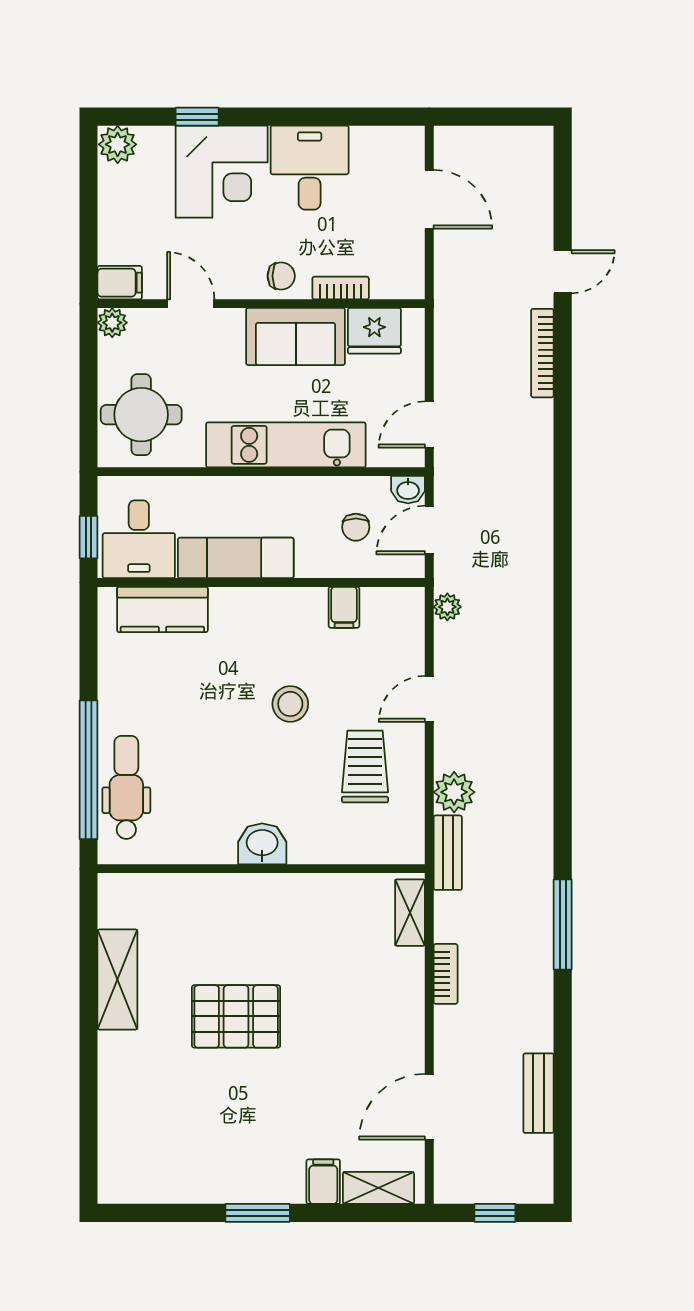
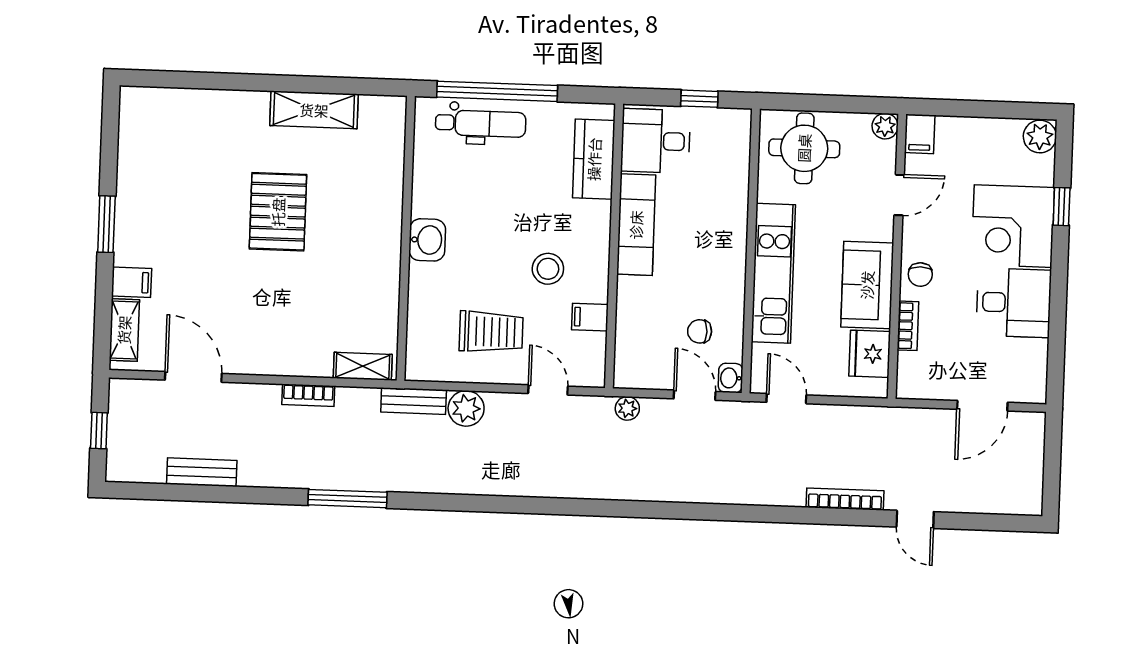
desk: (139, 539) -> (656, 141), moved
exam couch: (236, 558) -> (636, 225), moved
wall: (261, 583) -> (614, 246), moved
filing cabinet: (344, 607) -> (590, 317), moved
kitchen counter: (162, 609) -> (594, 159), moved

